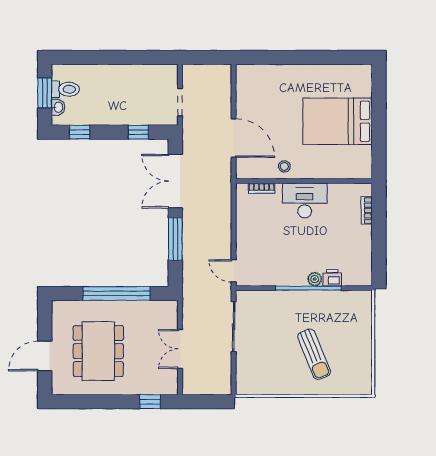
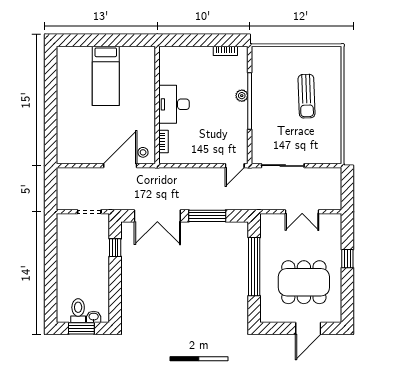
bed: (338, 121) -> (106, 76), width x0.67
window: (80, 132) -> (115, 298), removed
stool: (284, 166) -> (143, 152), moved
bookcase: (367, 211) -> (225, 51), moved
printer: (332, 278) -> (241, 80), removed
sun lounger: (314, 354) -> (307, 96), turned 110
door: (45, 356) -> (308, 328), hinge flipped
window: (150, 402) -> (347, 259), moved

